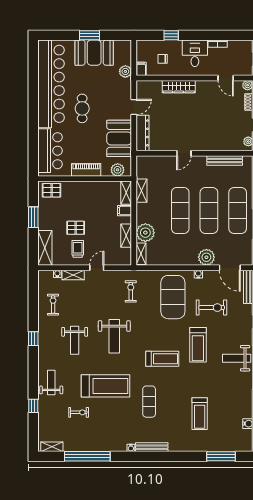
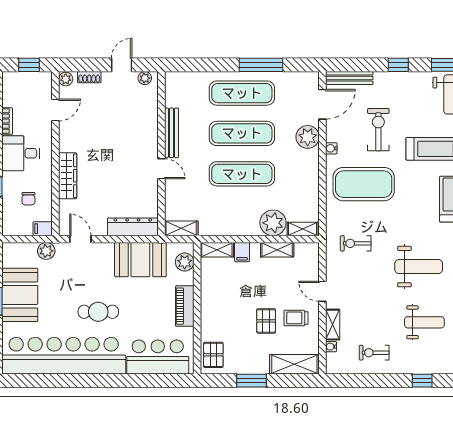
door: (134, 107) -> (80, 239), moved
bench: (225, 160) -> (171, 133), moved
shelving: (141, 191) -> (181, 228), moved

